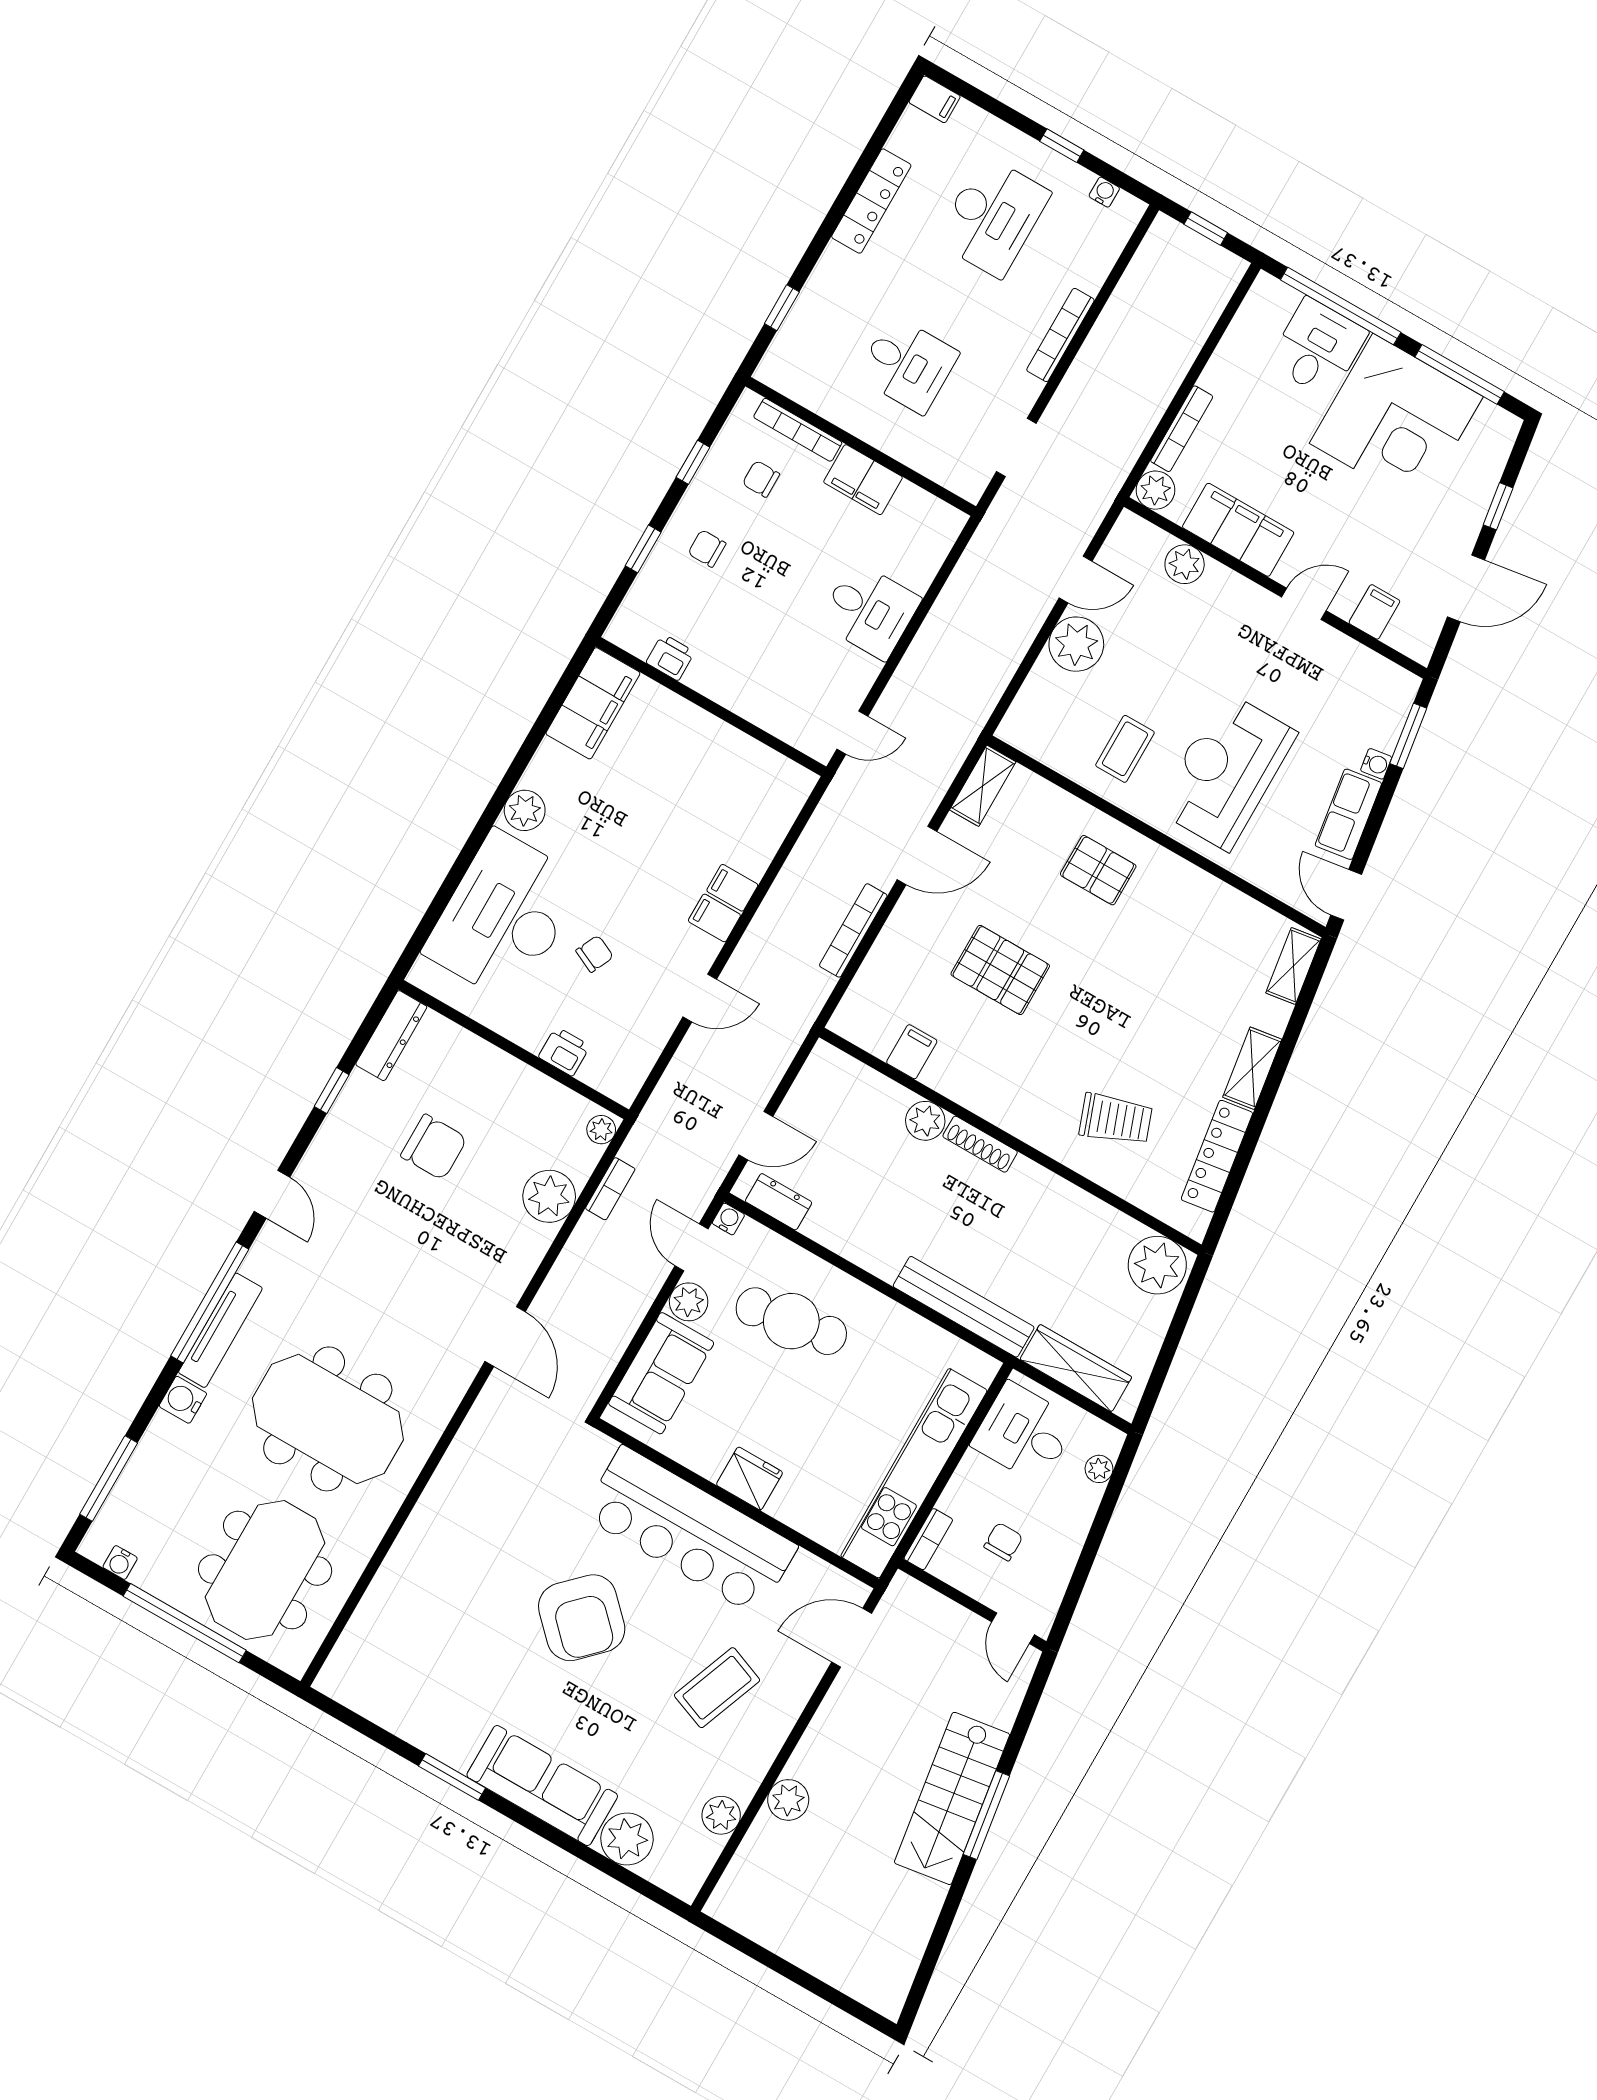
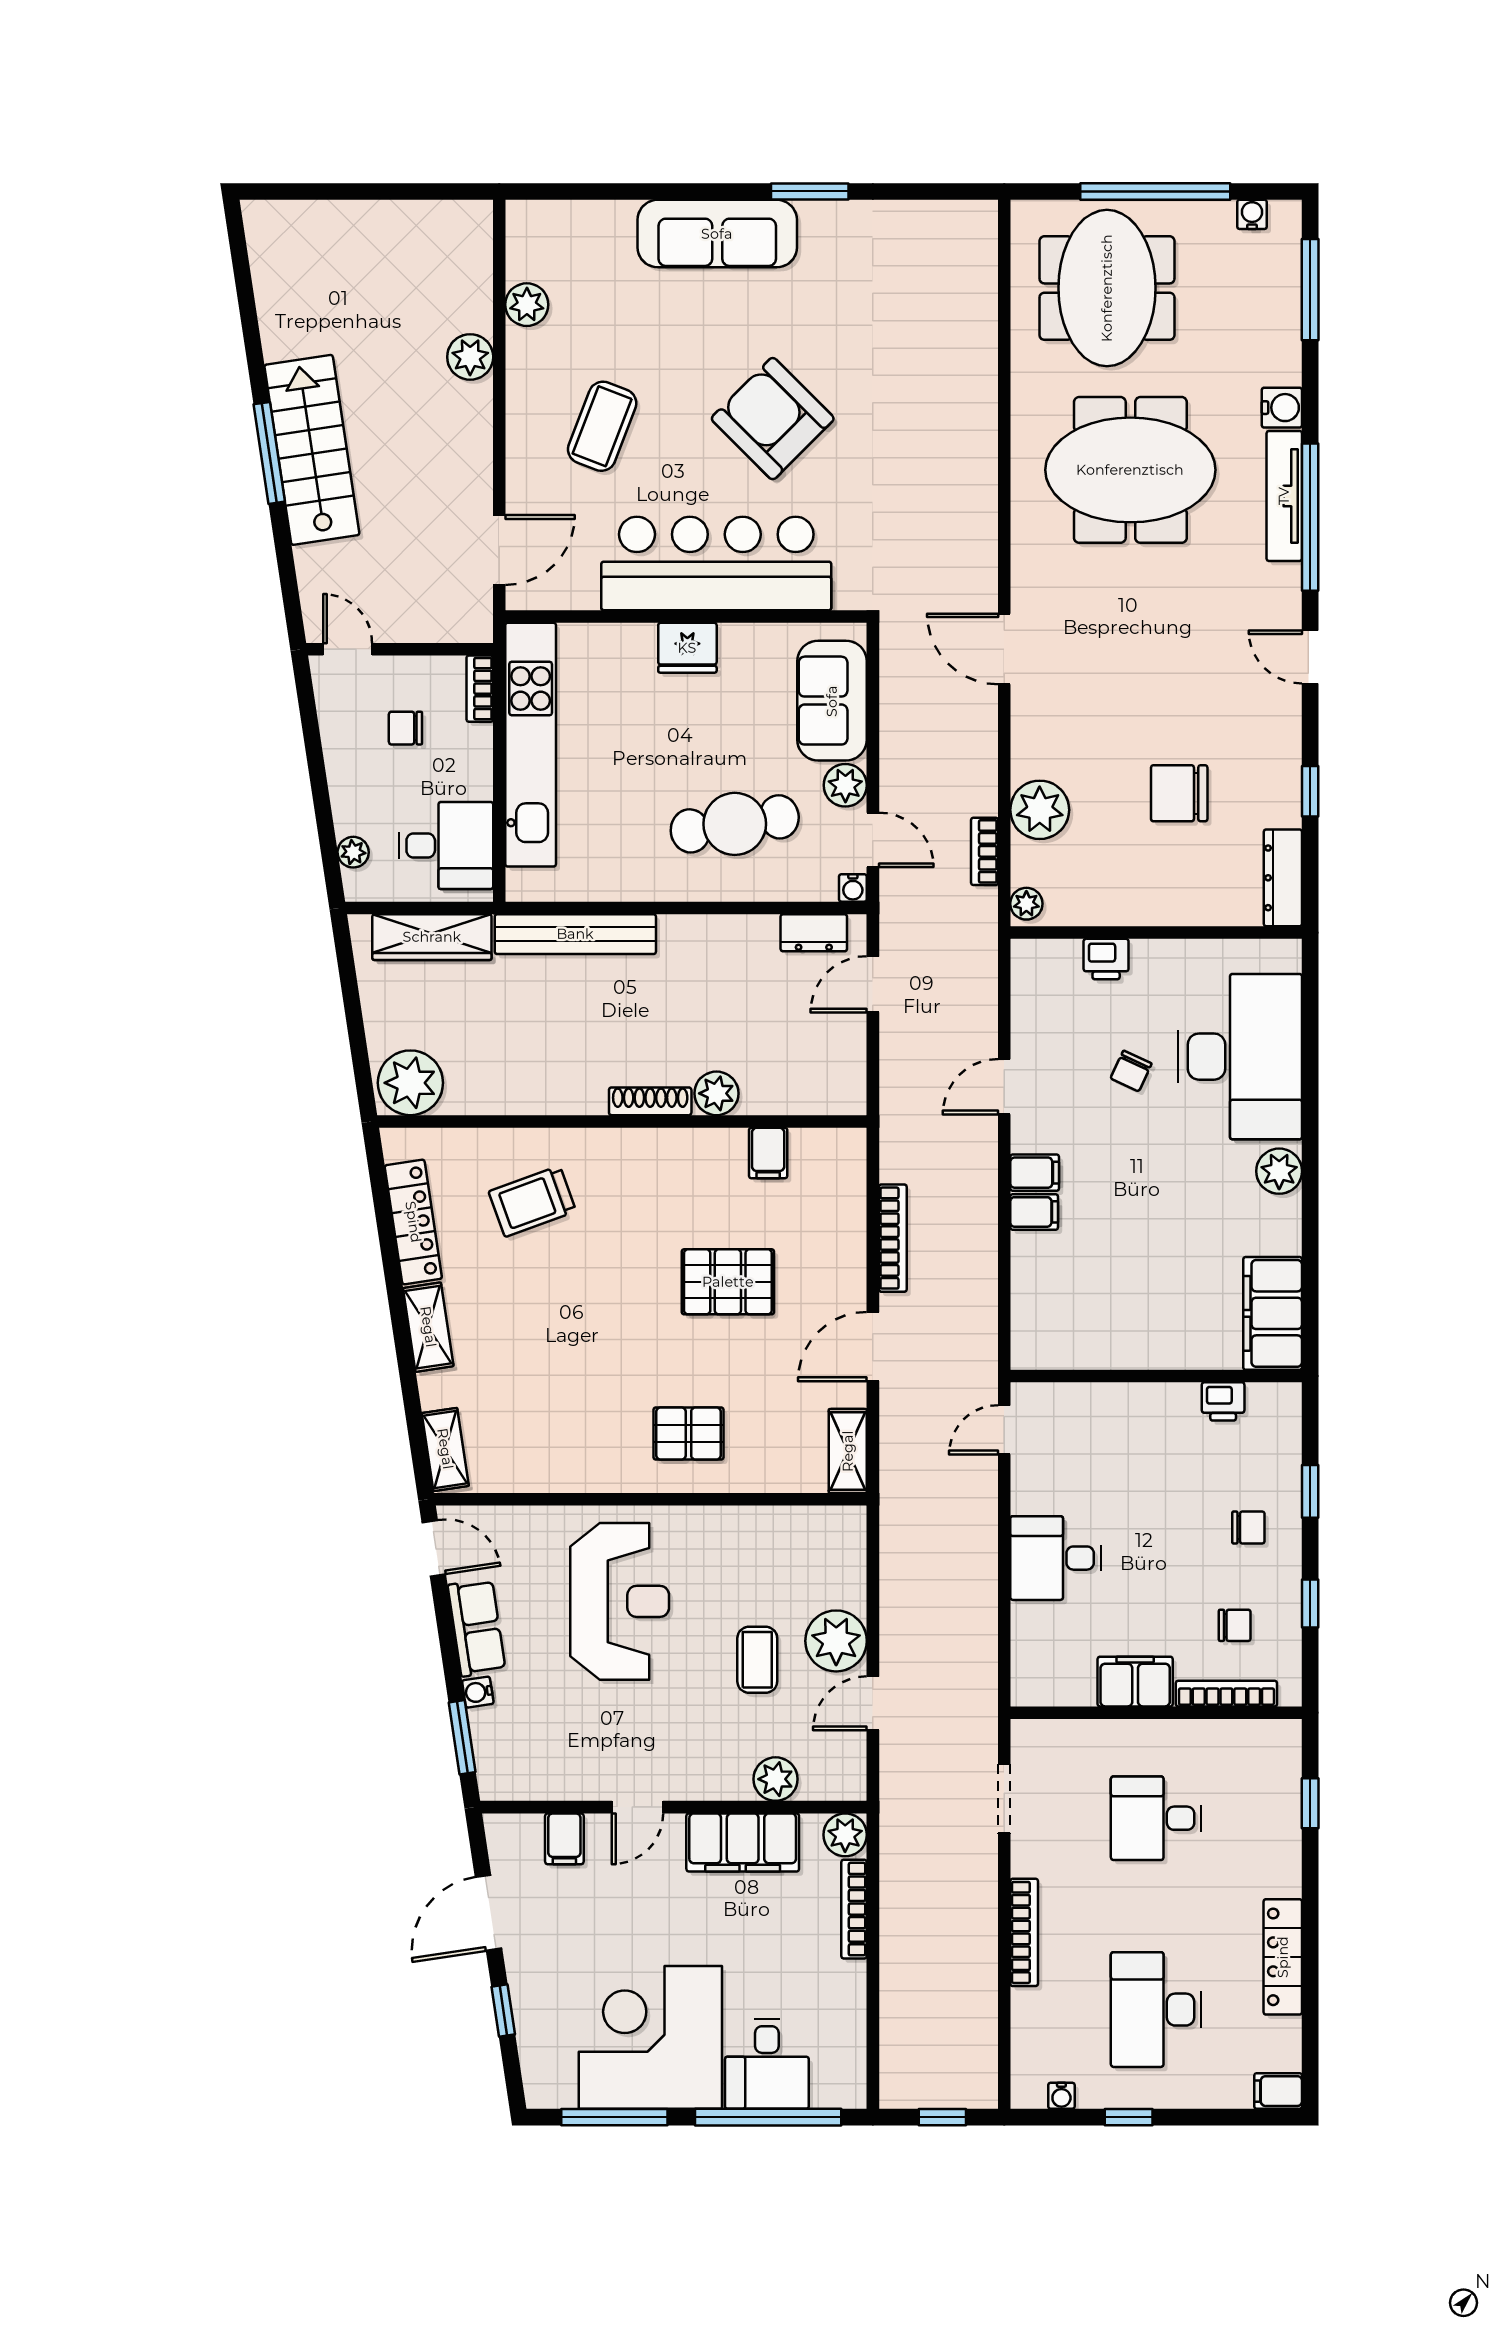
coffee table: (1125, 749) -> (757, 1660), moved
chair: (1003, 1542) -> (405, 728), turned 90
plant: (627, 1839) -> (605, 229), removed

